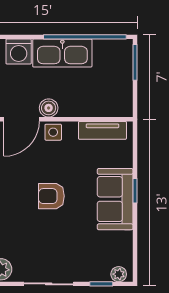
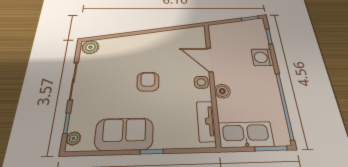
kitchen sink: (62, 53) -> (246, 134), moved, turned 90
boiler: (49, 108) -> (222, 91), moved
sofa: (115, 199) -> (124, 134), moved

